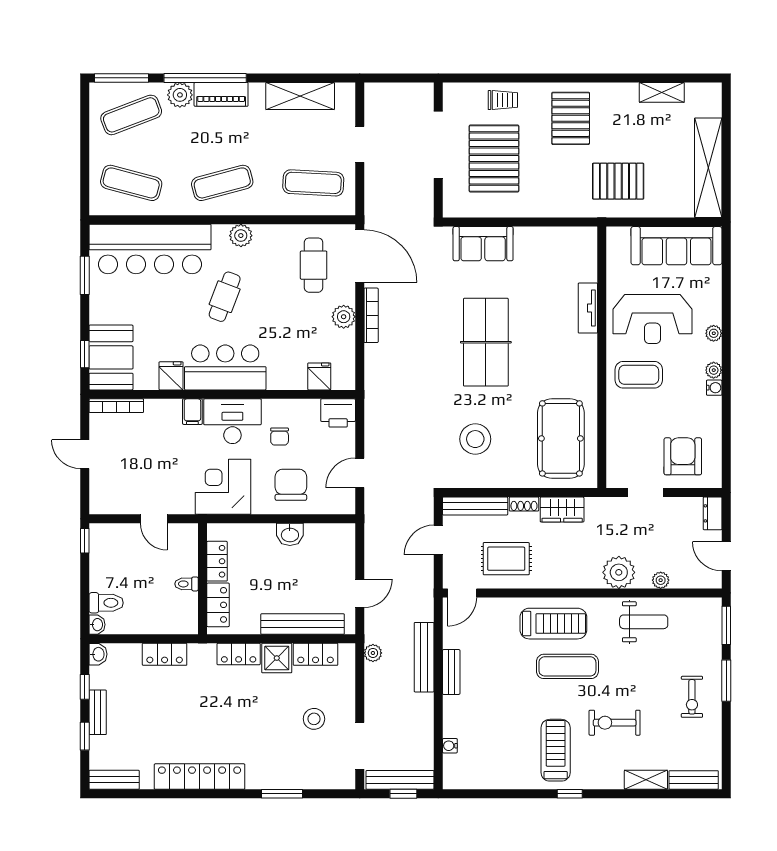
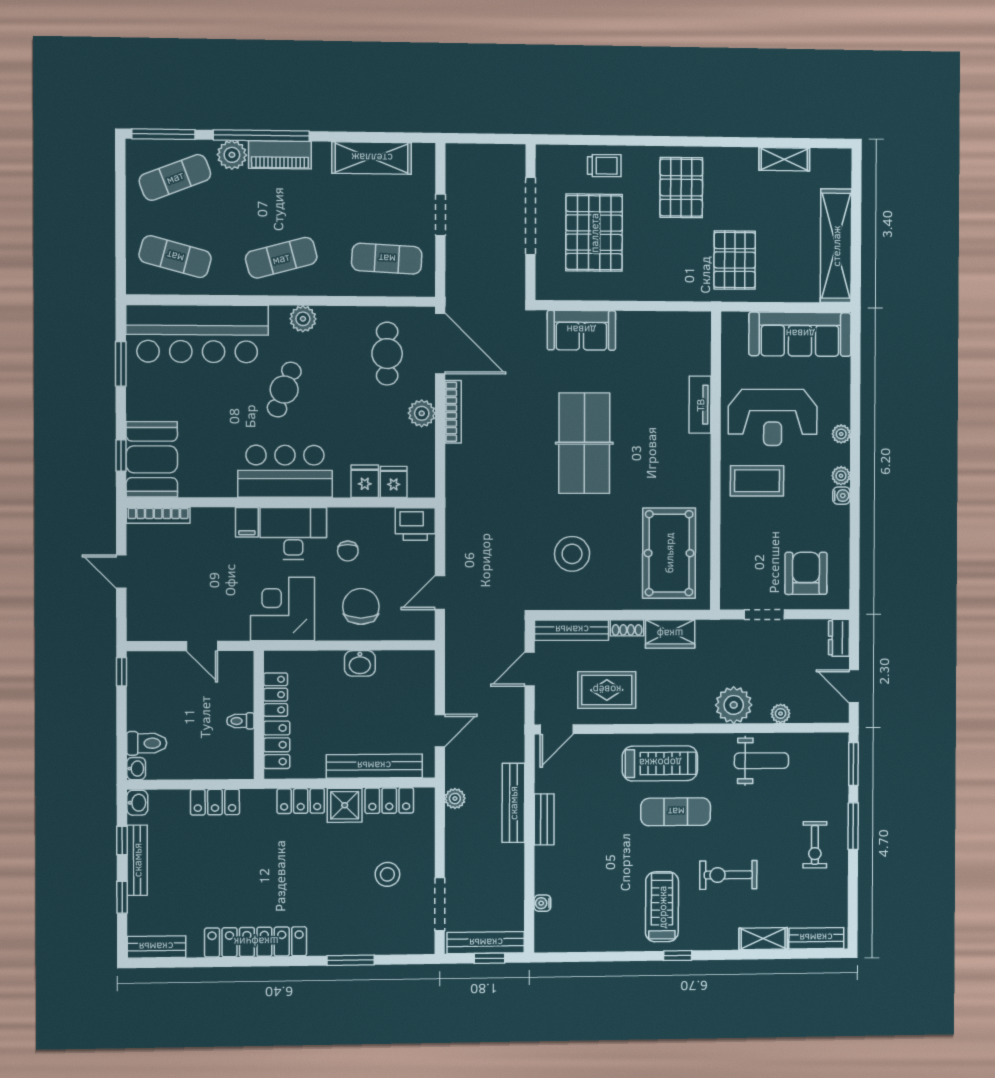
pallet: (618, 181) -> (735, 260), turned 90
fridge: (171, 376) -> (365, 481), moved
bench: (98, 712) -> (137, 860), width x1.36

